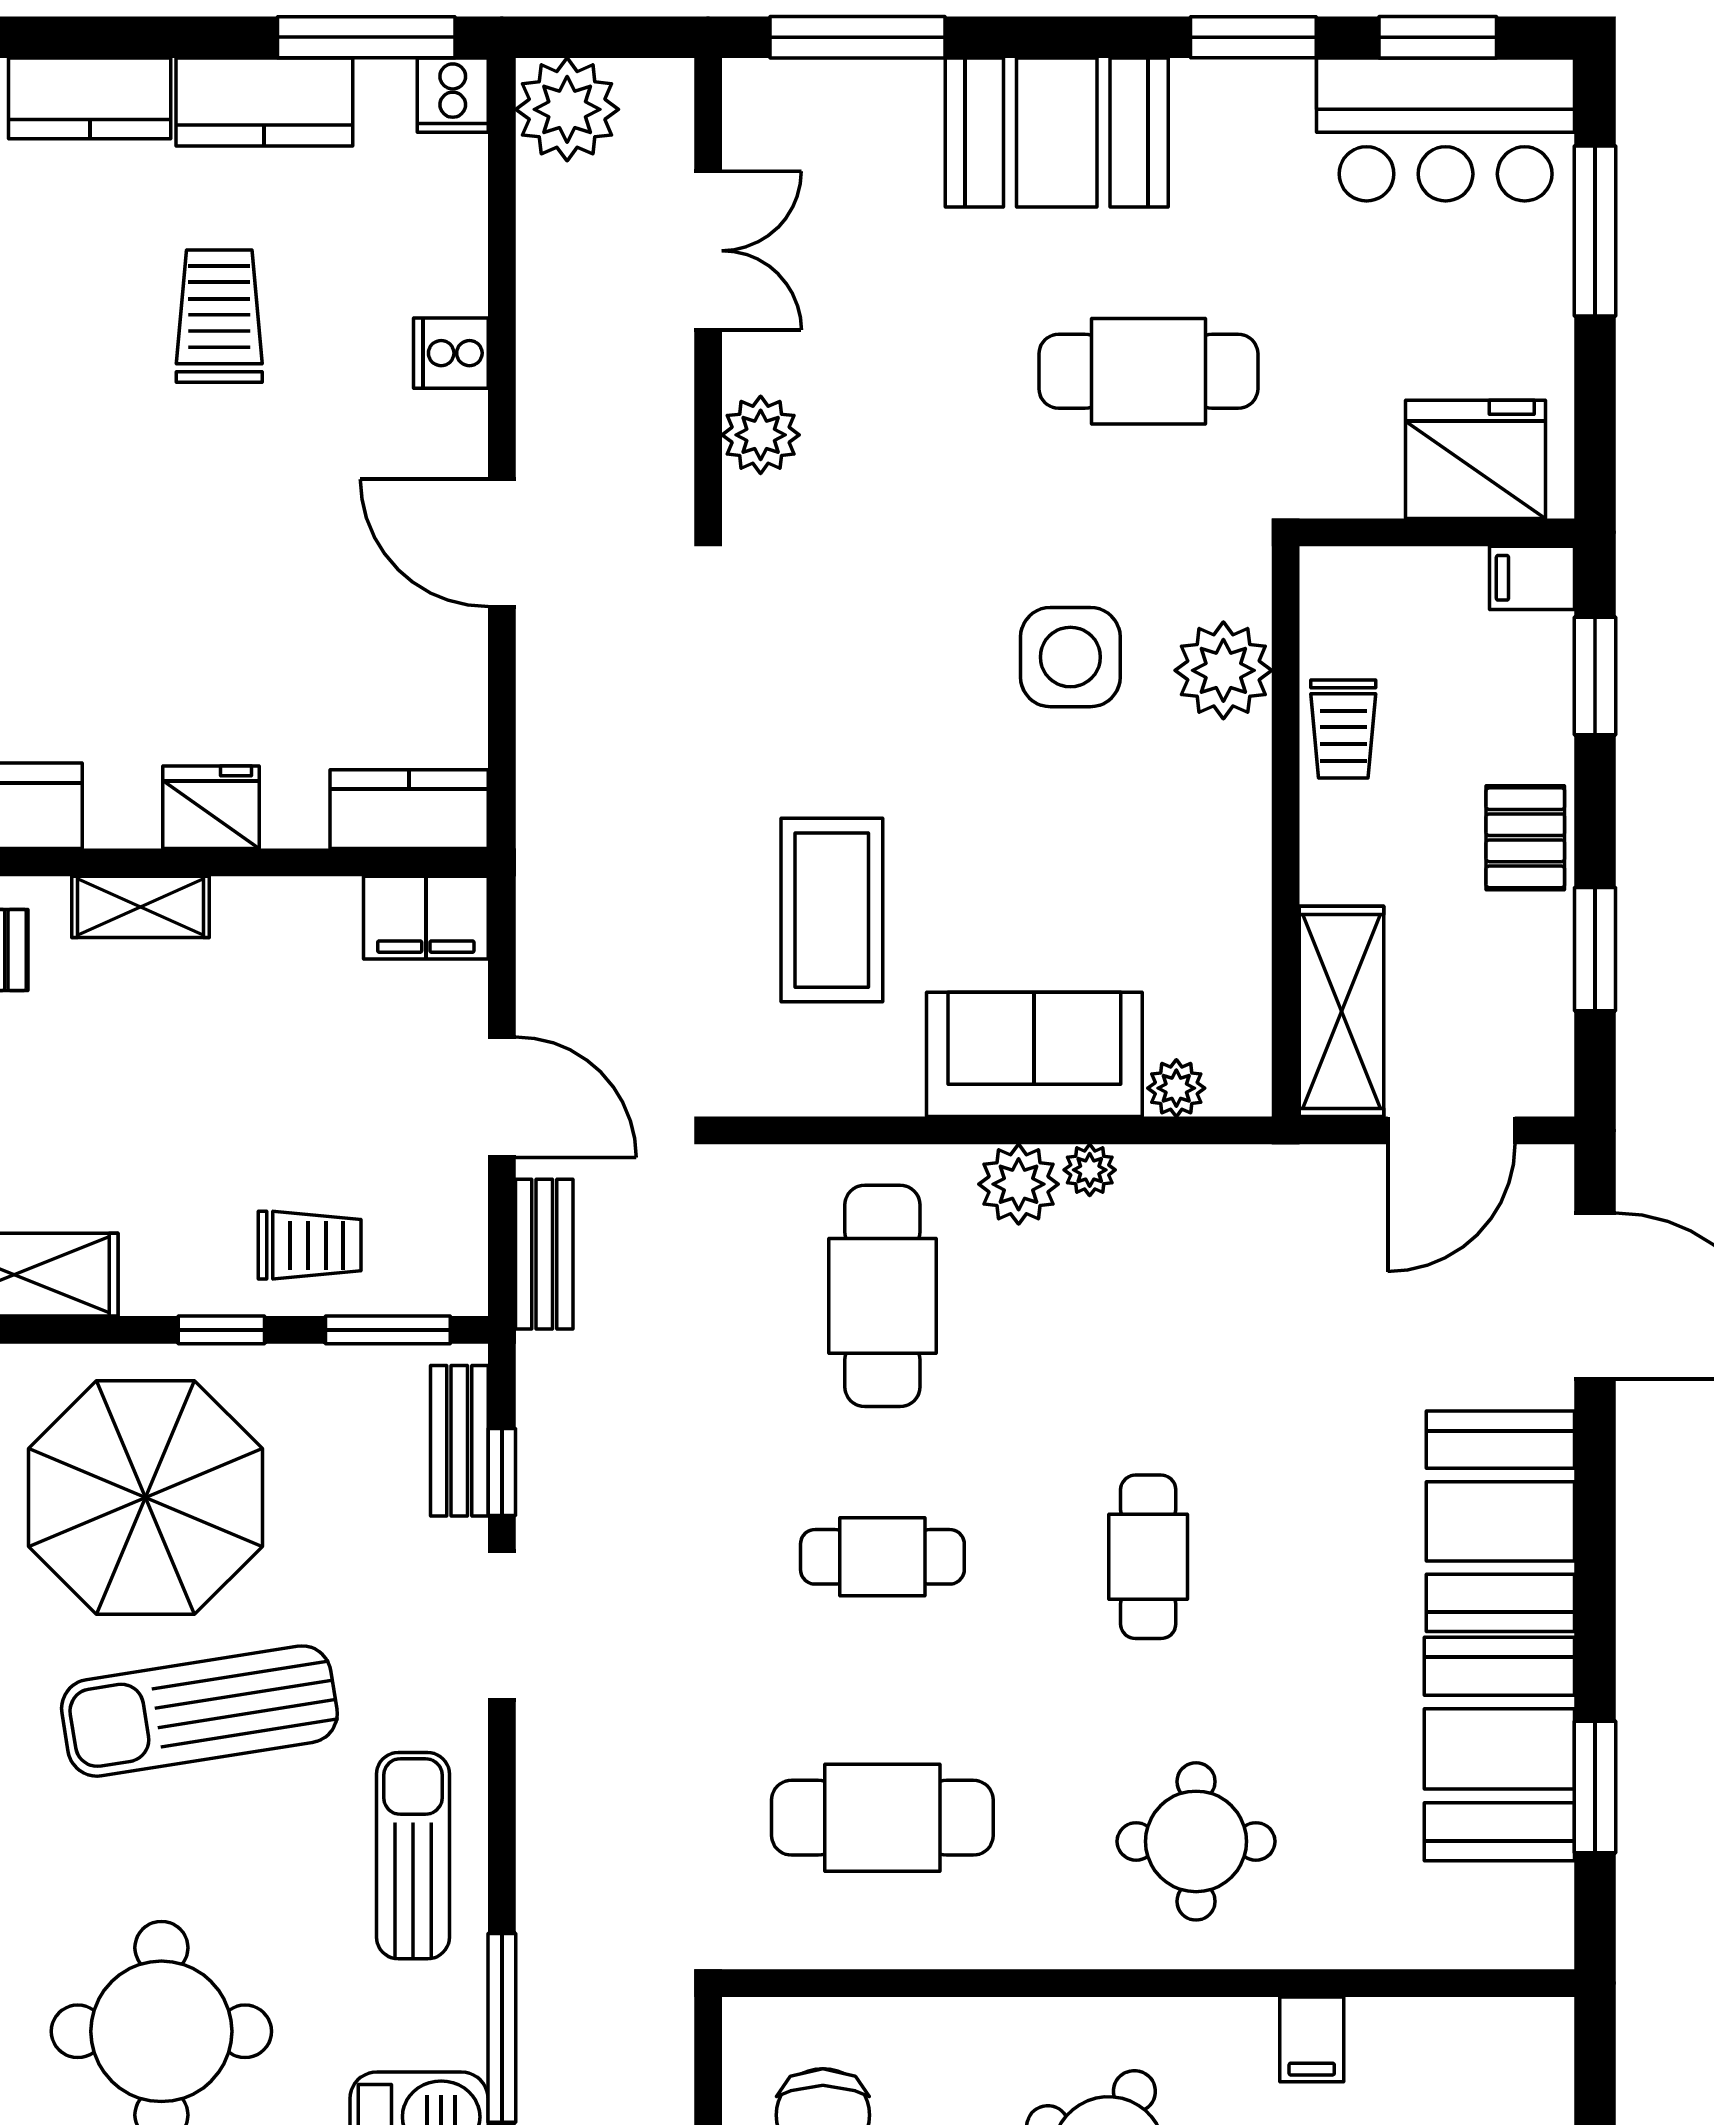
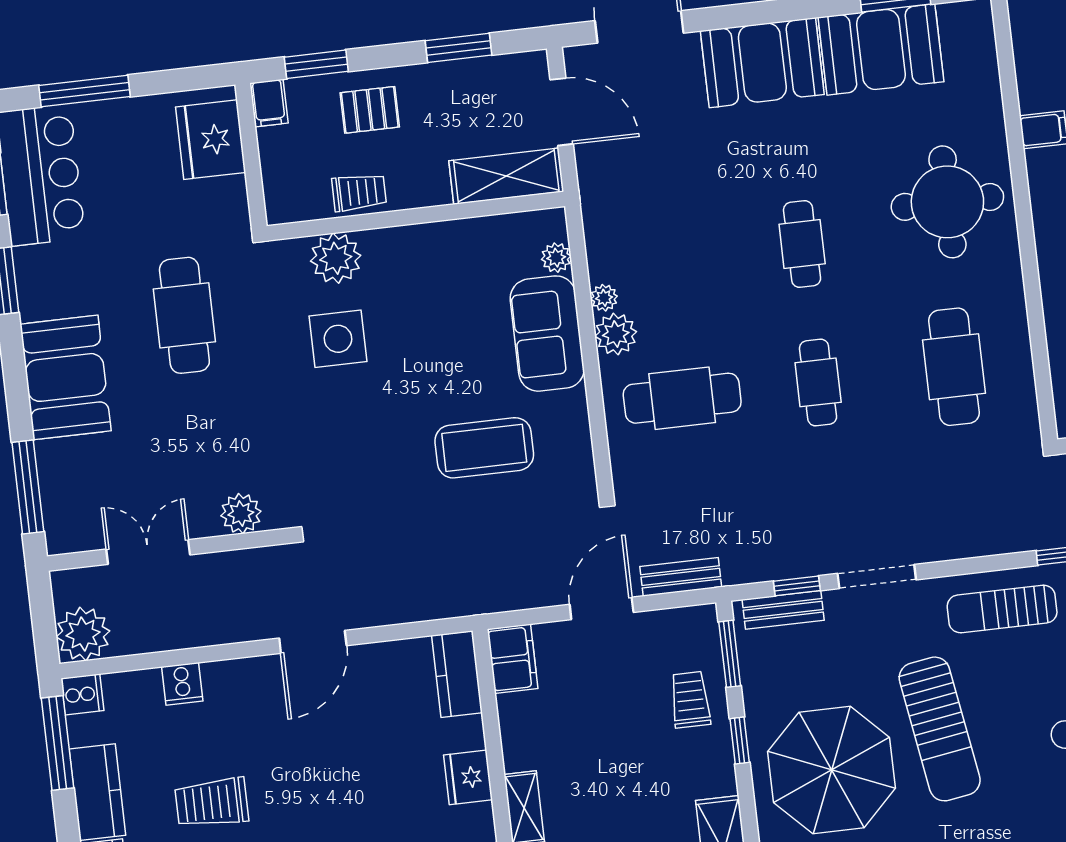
cooker: (451, 353) -> (182, 684), moved
pallet: (1525, 838) -> (370, 110), moved
cafe table: (1148, 1557) -> (802, 244), turned 90
round table: (1196, 1841) -> (947, 202), width x1.36, depth x1.36

